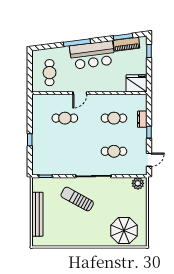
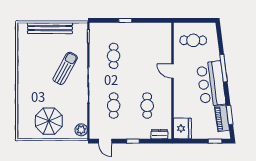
cafe table: (65, 118) -> (114, 56), moved
dresser: (142, 119) -> (159, 134), moved
parasol: (124, 231) -> (49, 121), moved

